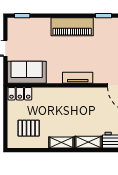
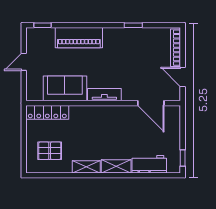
piano: (72, 27) -> (79, 38), moved
sofa: (27, 72) -> (65, 88), moved
locker: (20, 94) -> (47, 112), width x1.53

